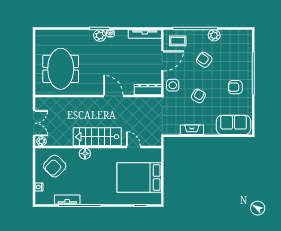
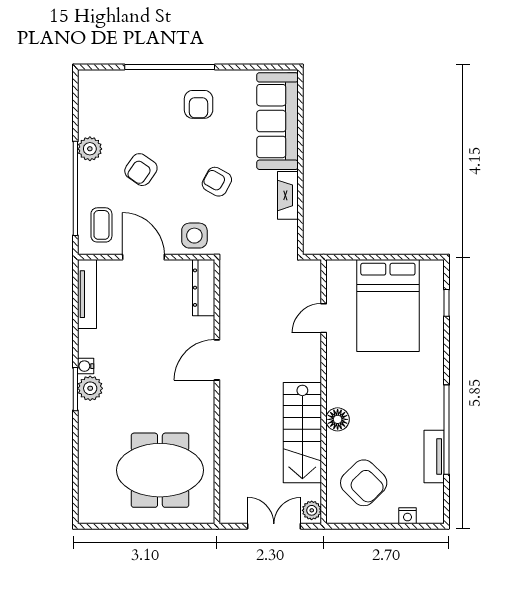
sofa: (234, 125) -> (277, 121), width x1.36
stairs: (97, 137) -> (302, 433), moved

